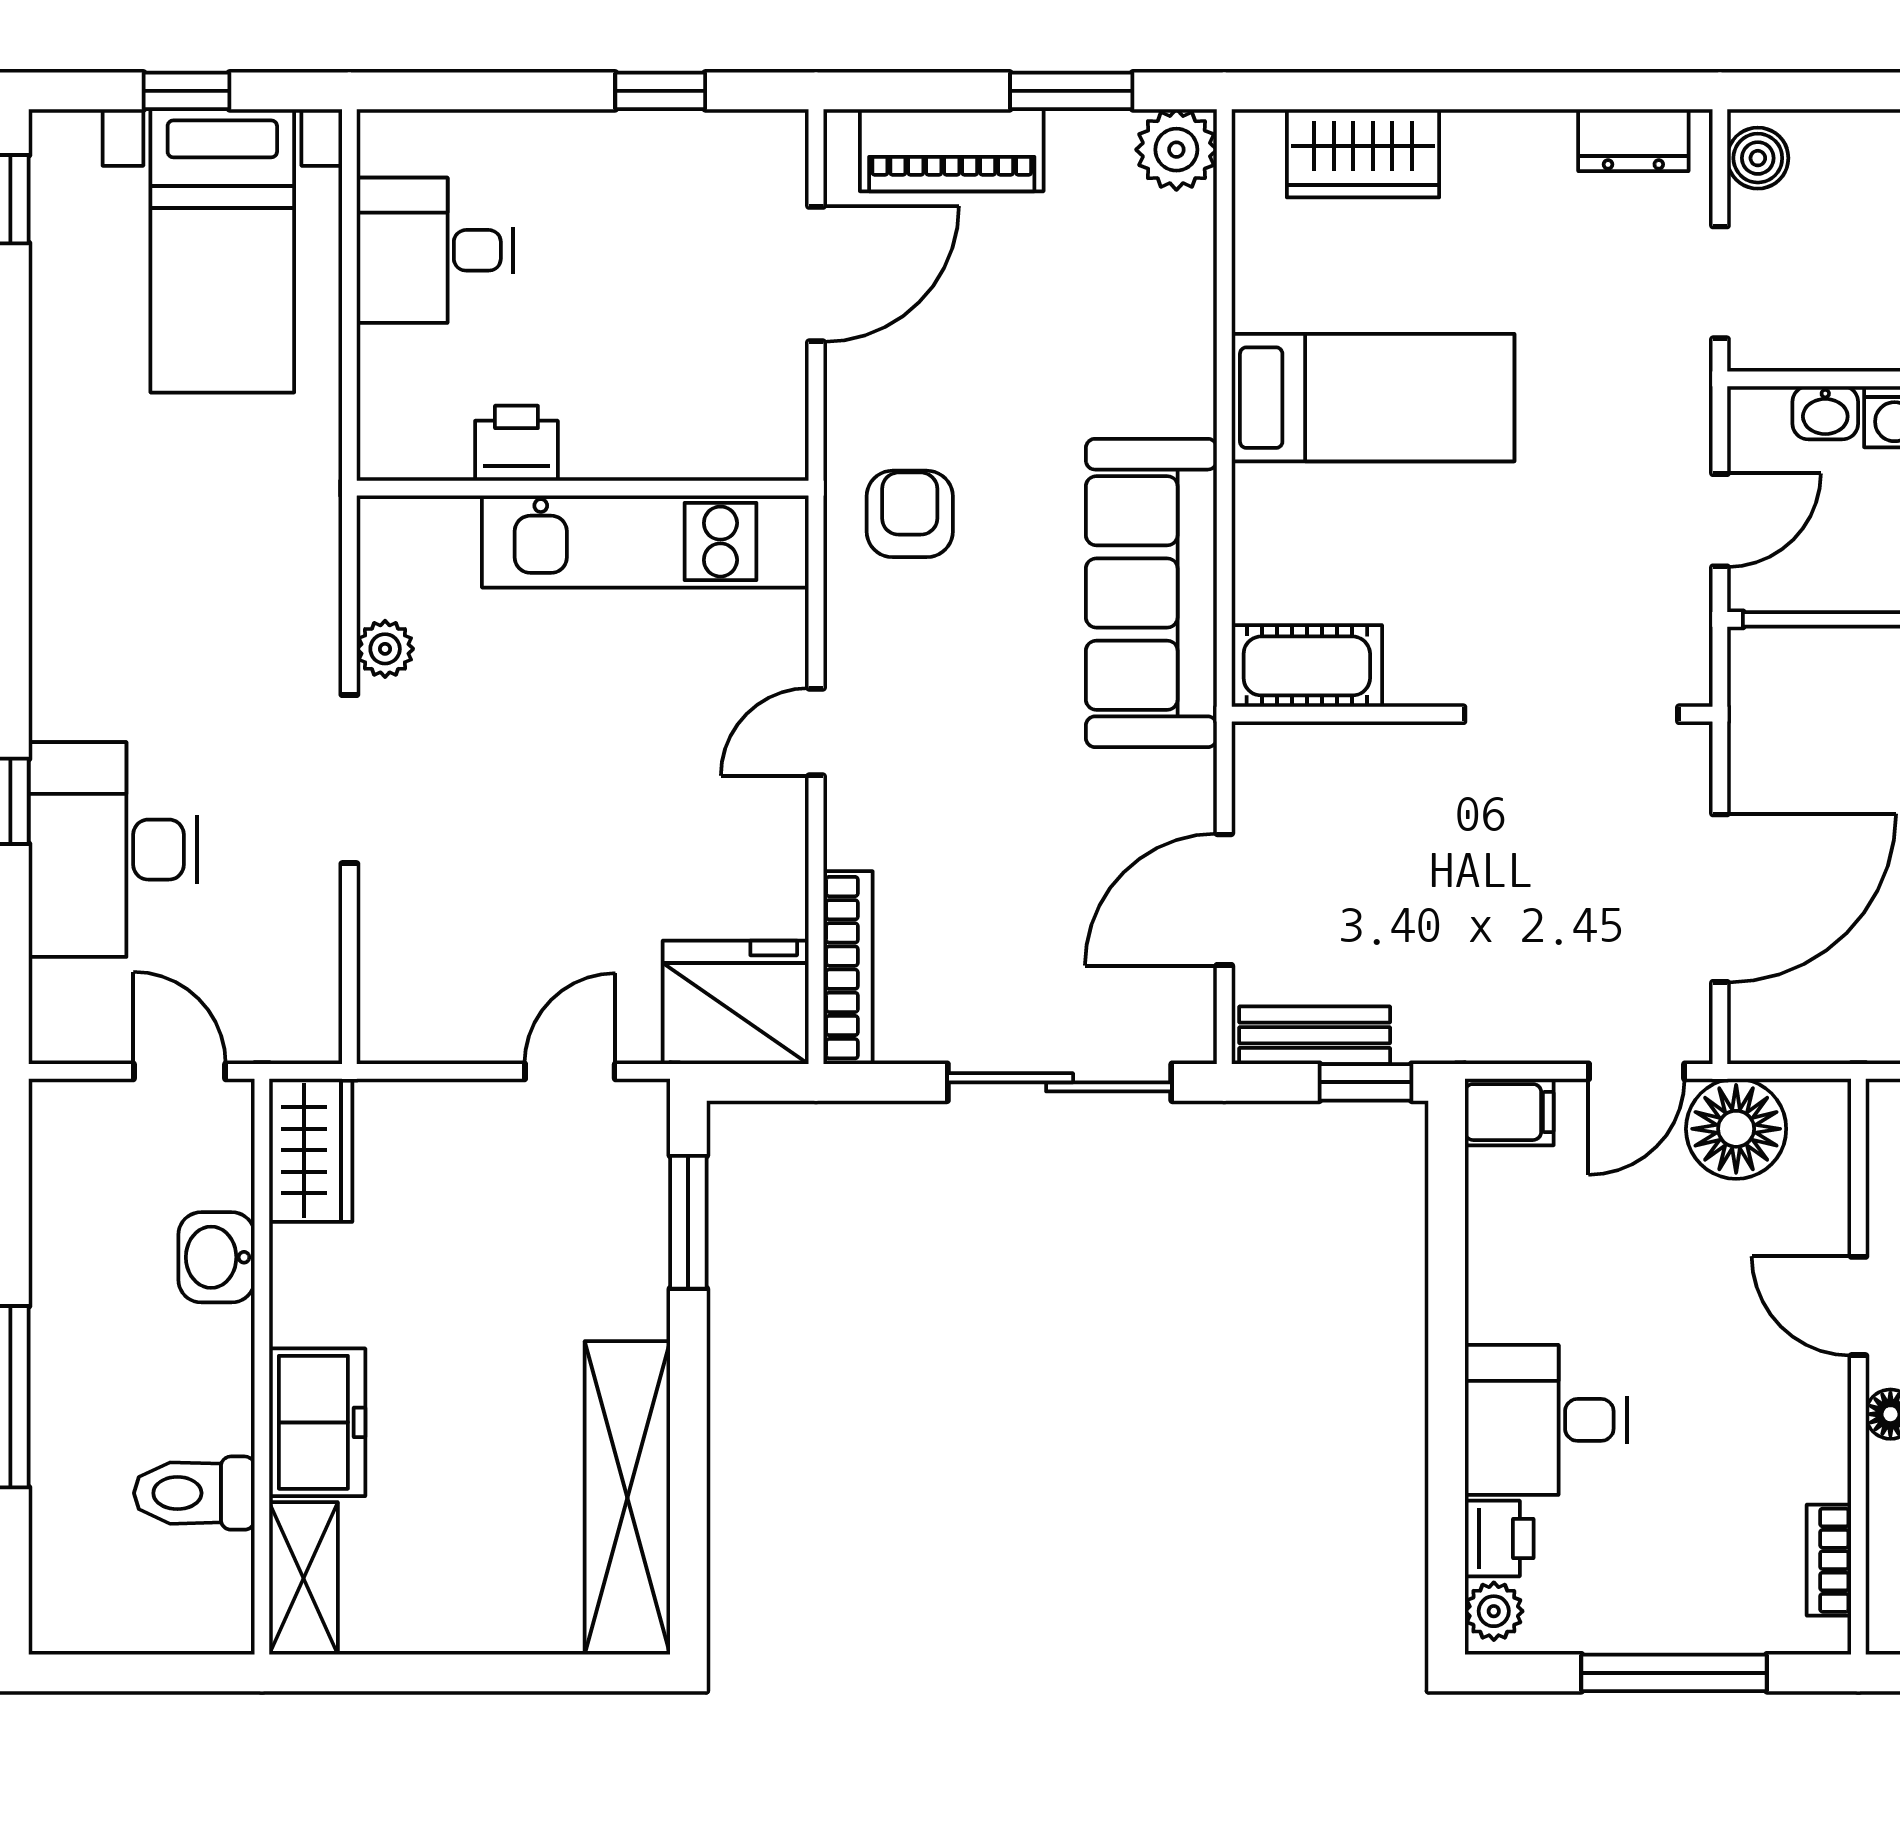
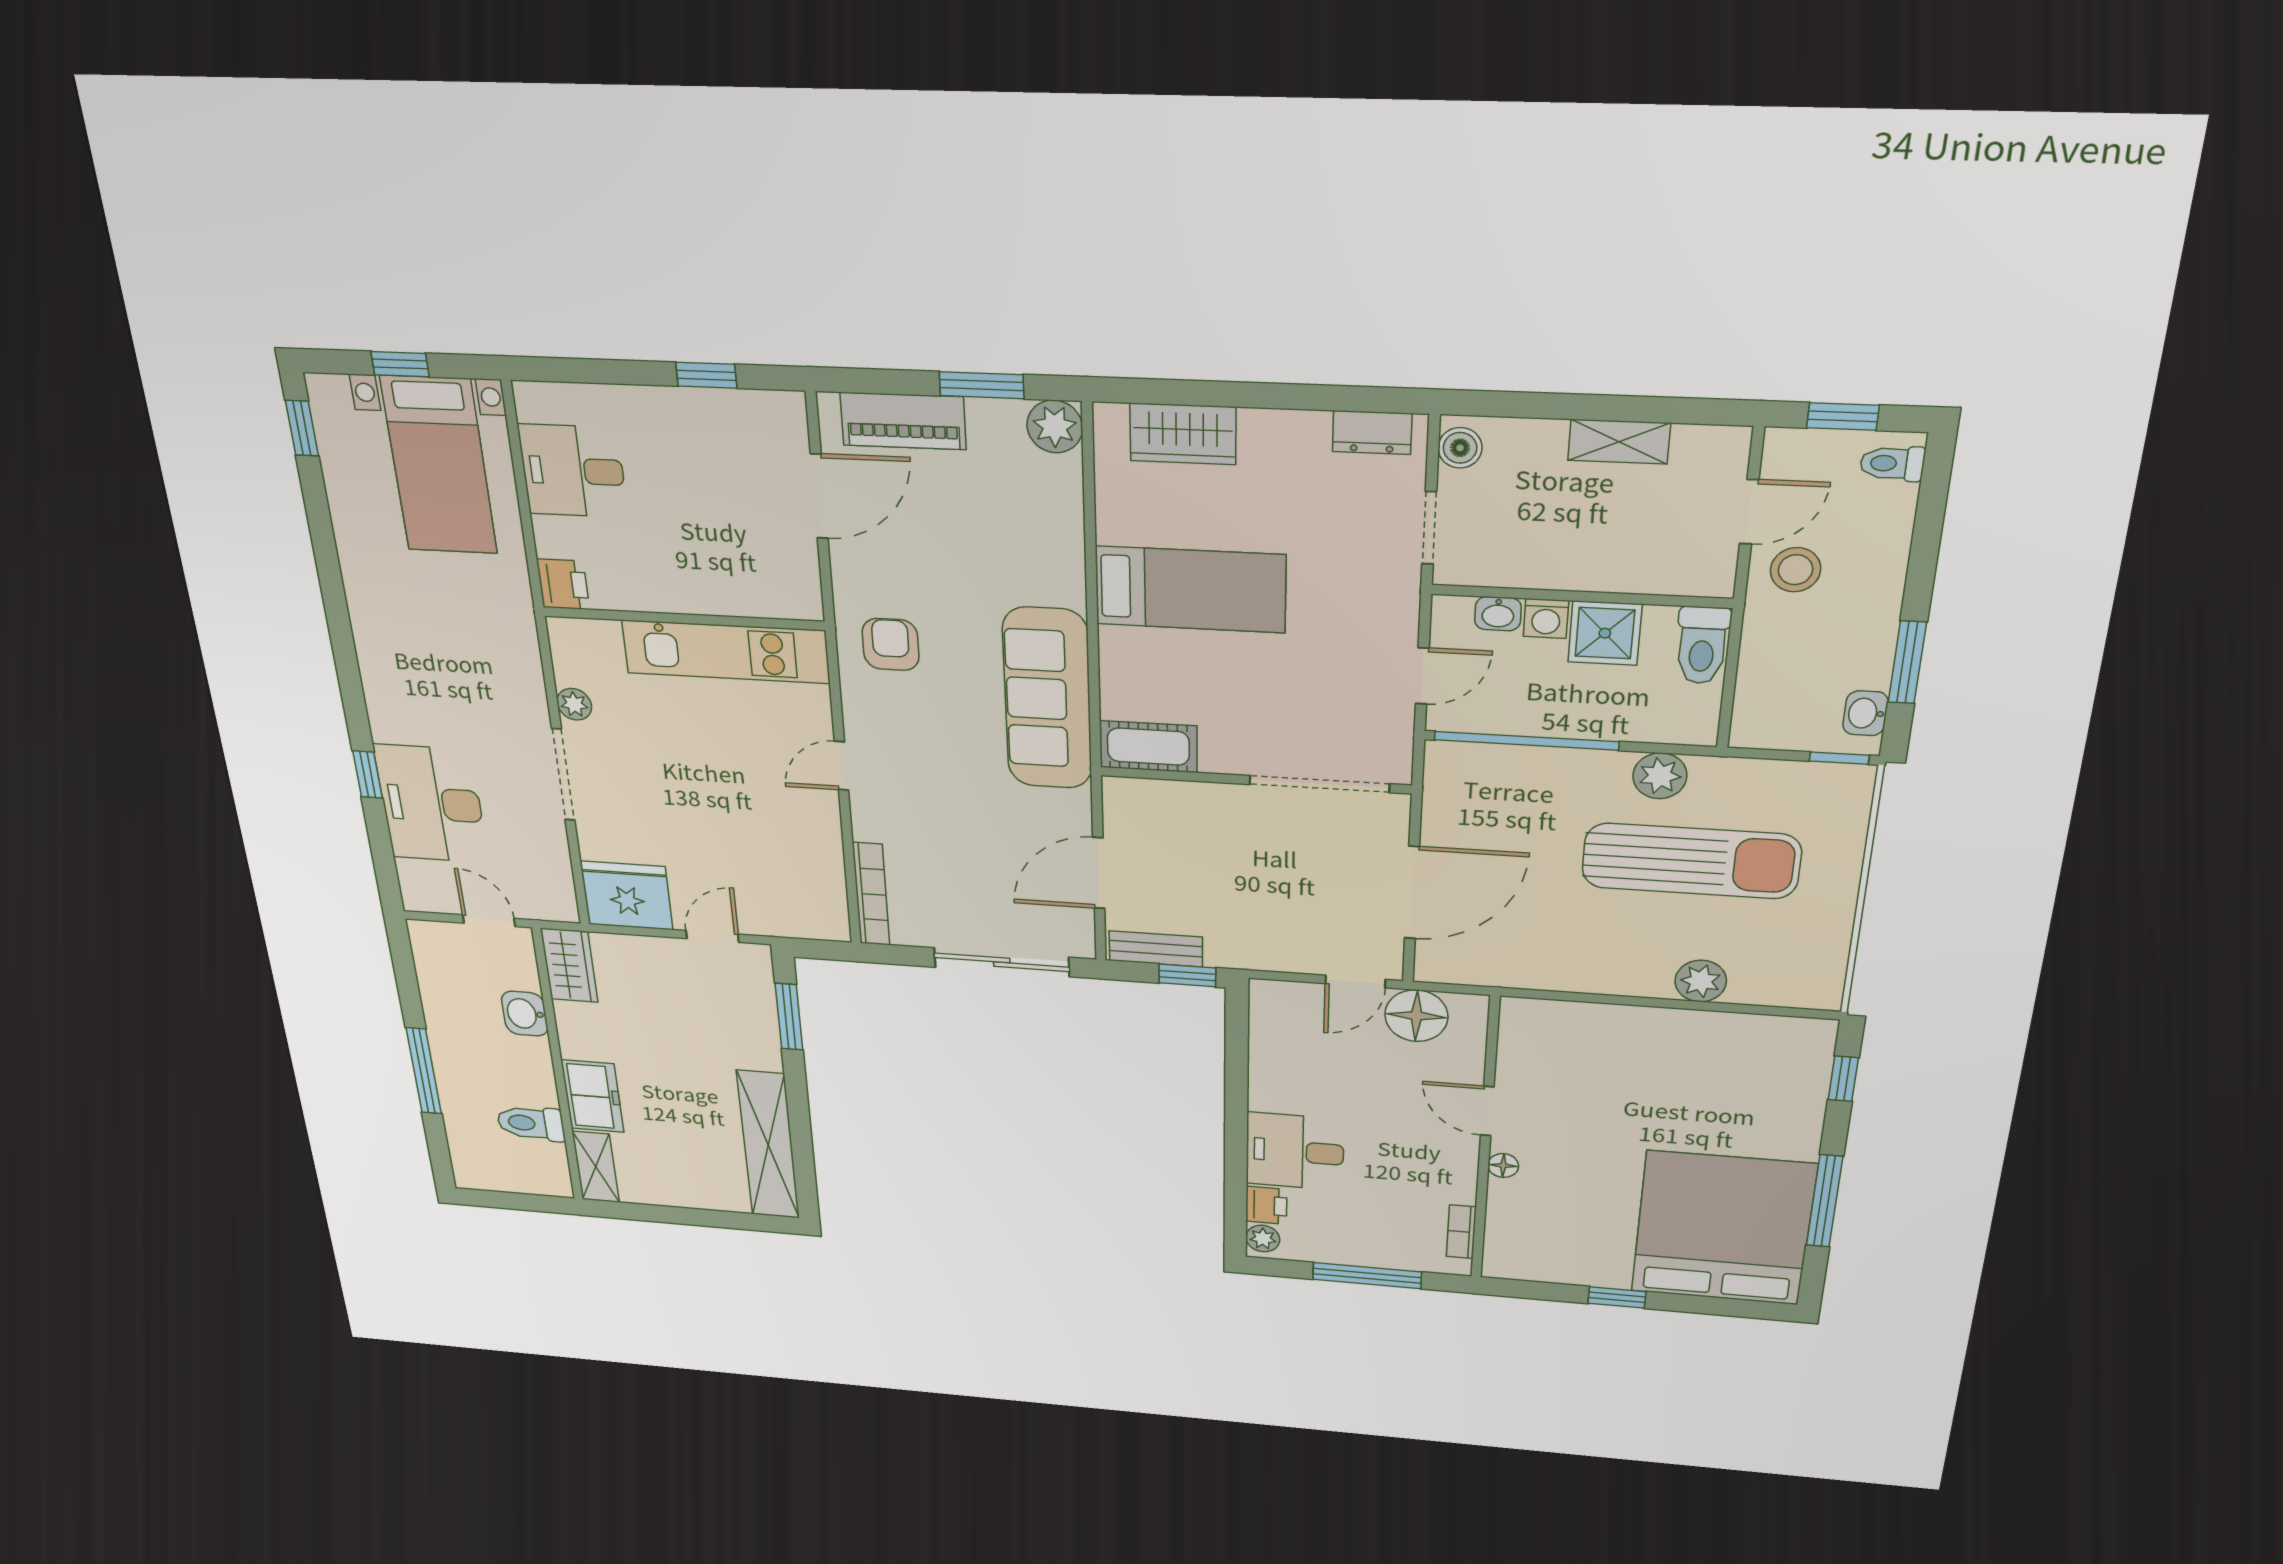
printer: (516, 443) -> (563, 584), moved, turned 90
fridge: (736, 1002) -> (627, 895), moved
filing cabinet: (1509, 1112) -> (1276, 997), removed

